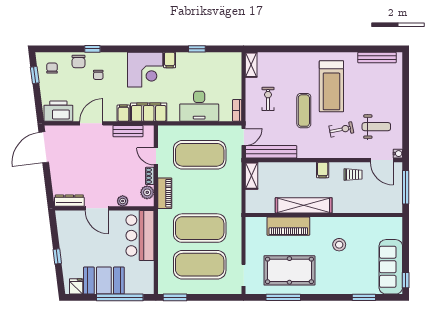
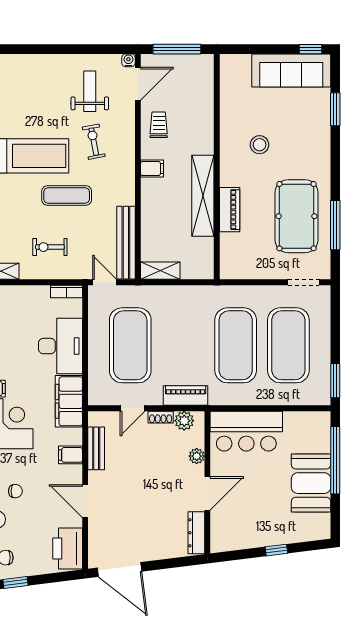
filing cabinet: (149, 112) -> (69, 401), moved
piano: (288, 226) -> (230, 210), width x0.73, depth x0.75
fridge: (76, 286) -> (319, 523), removed

